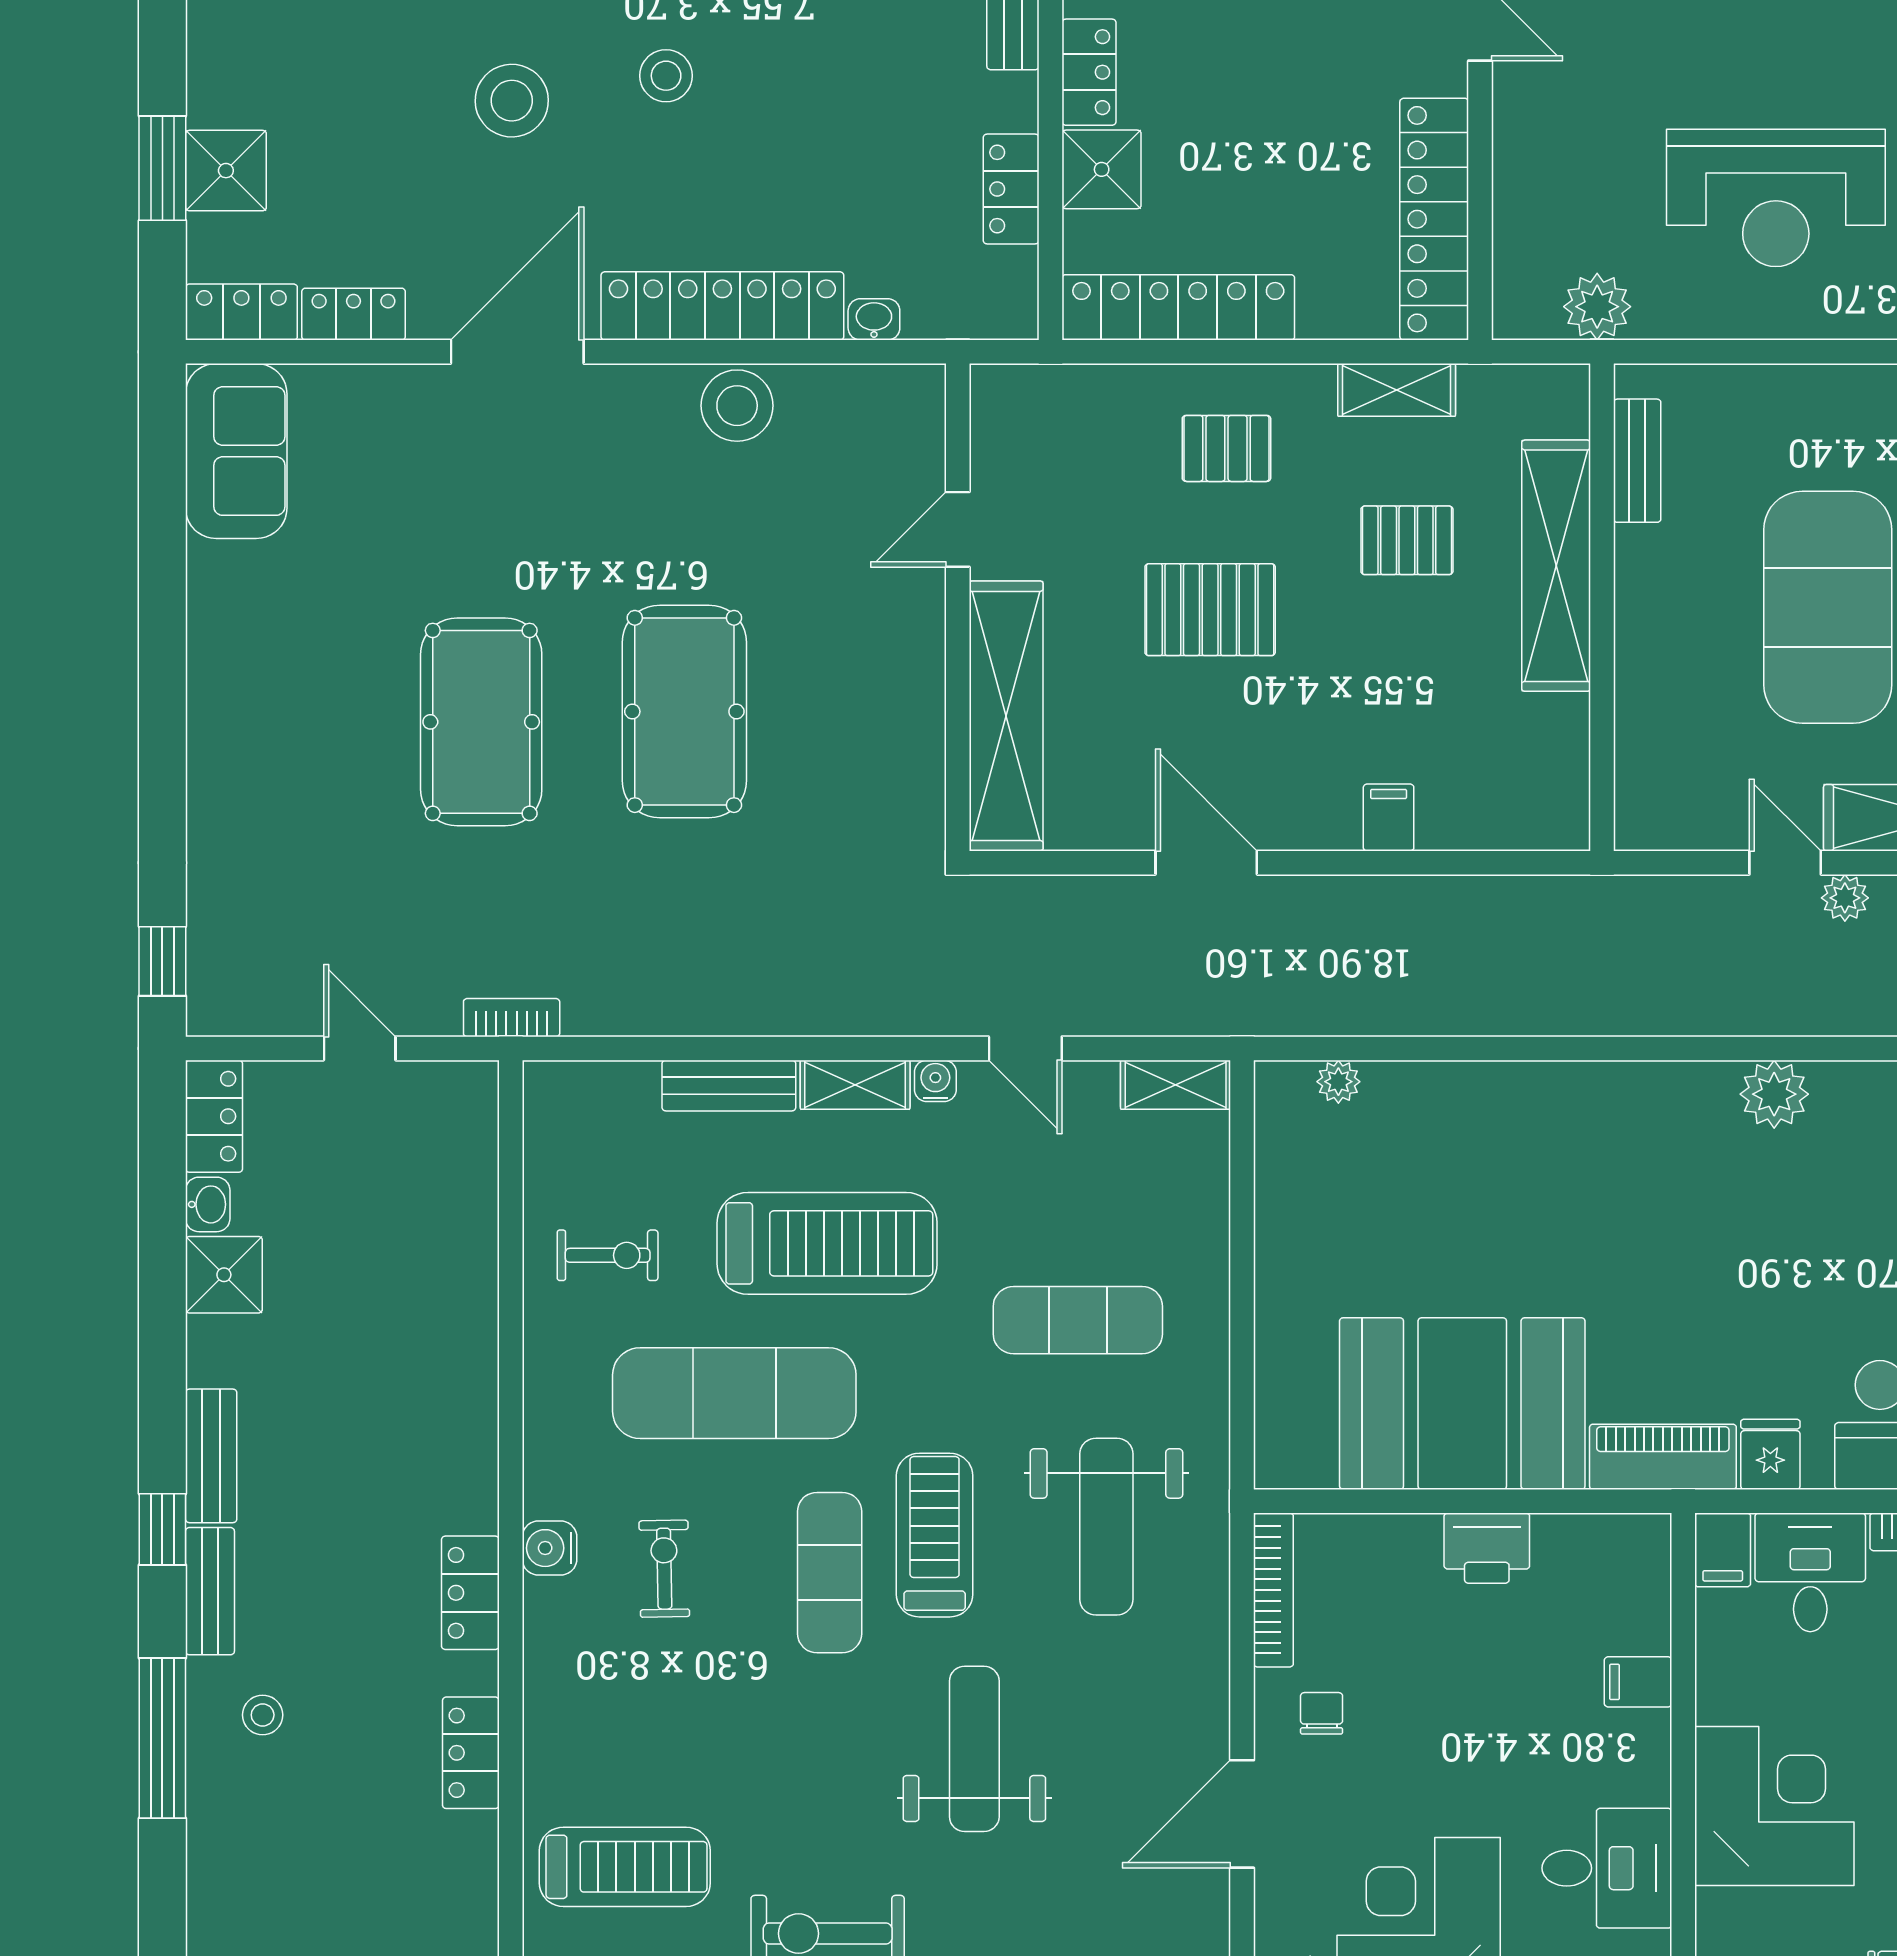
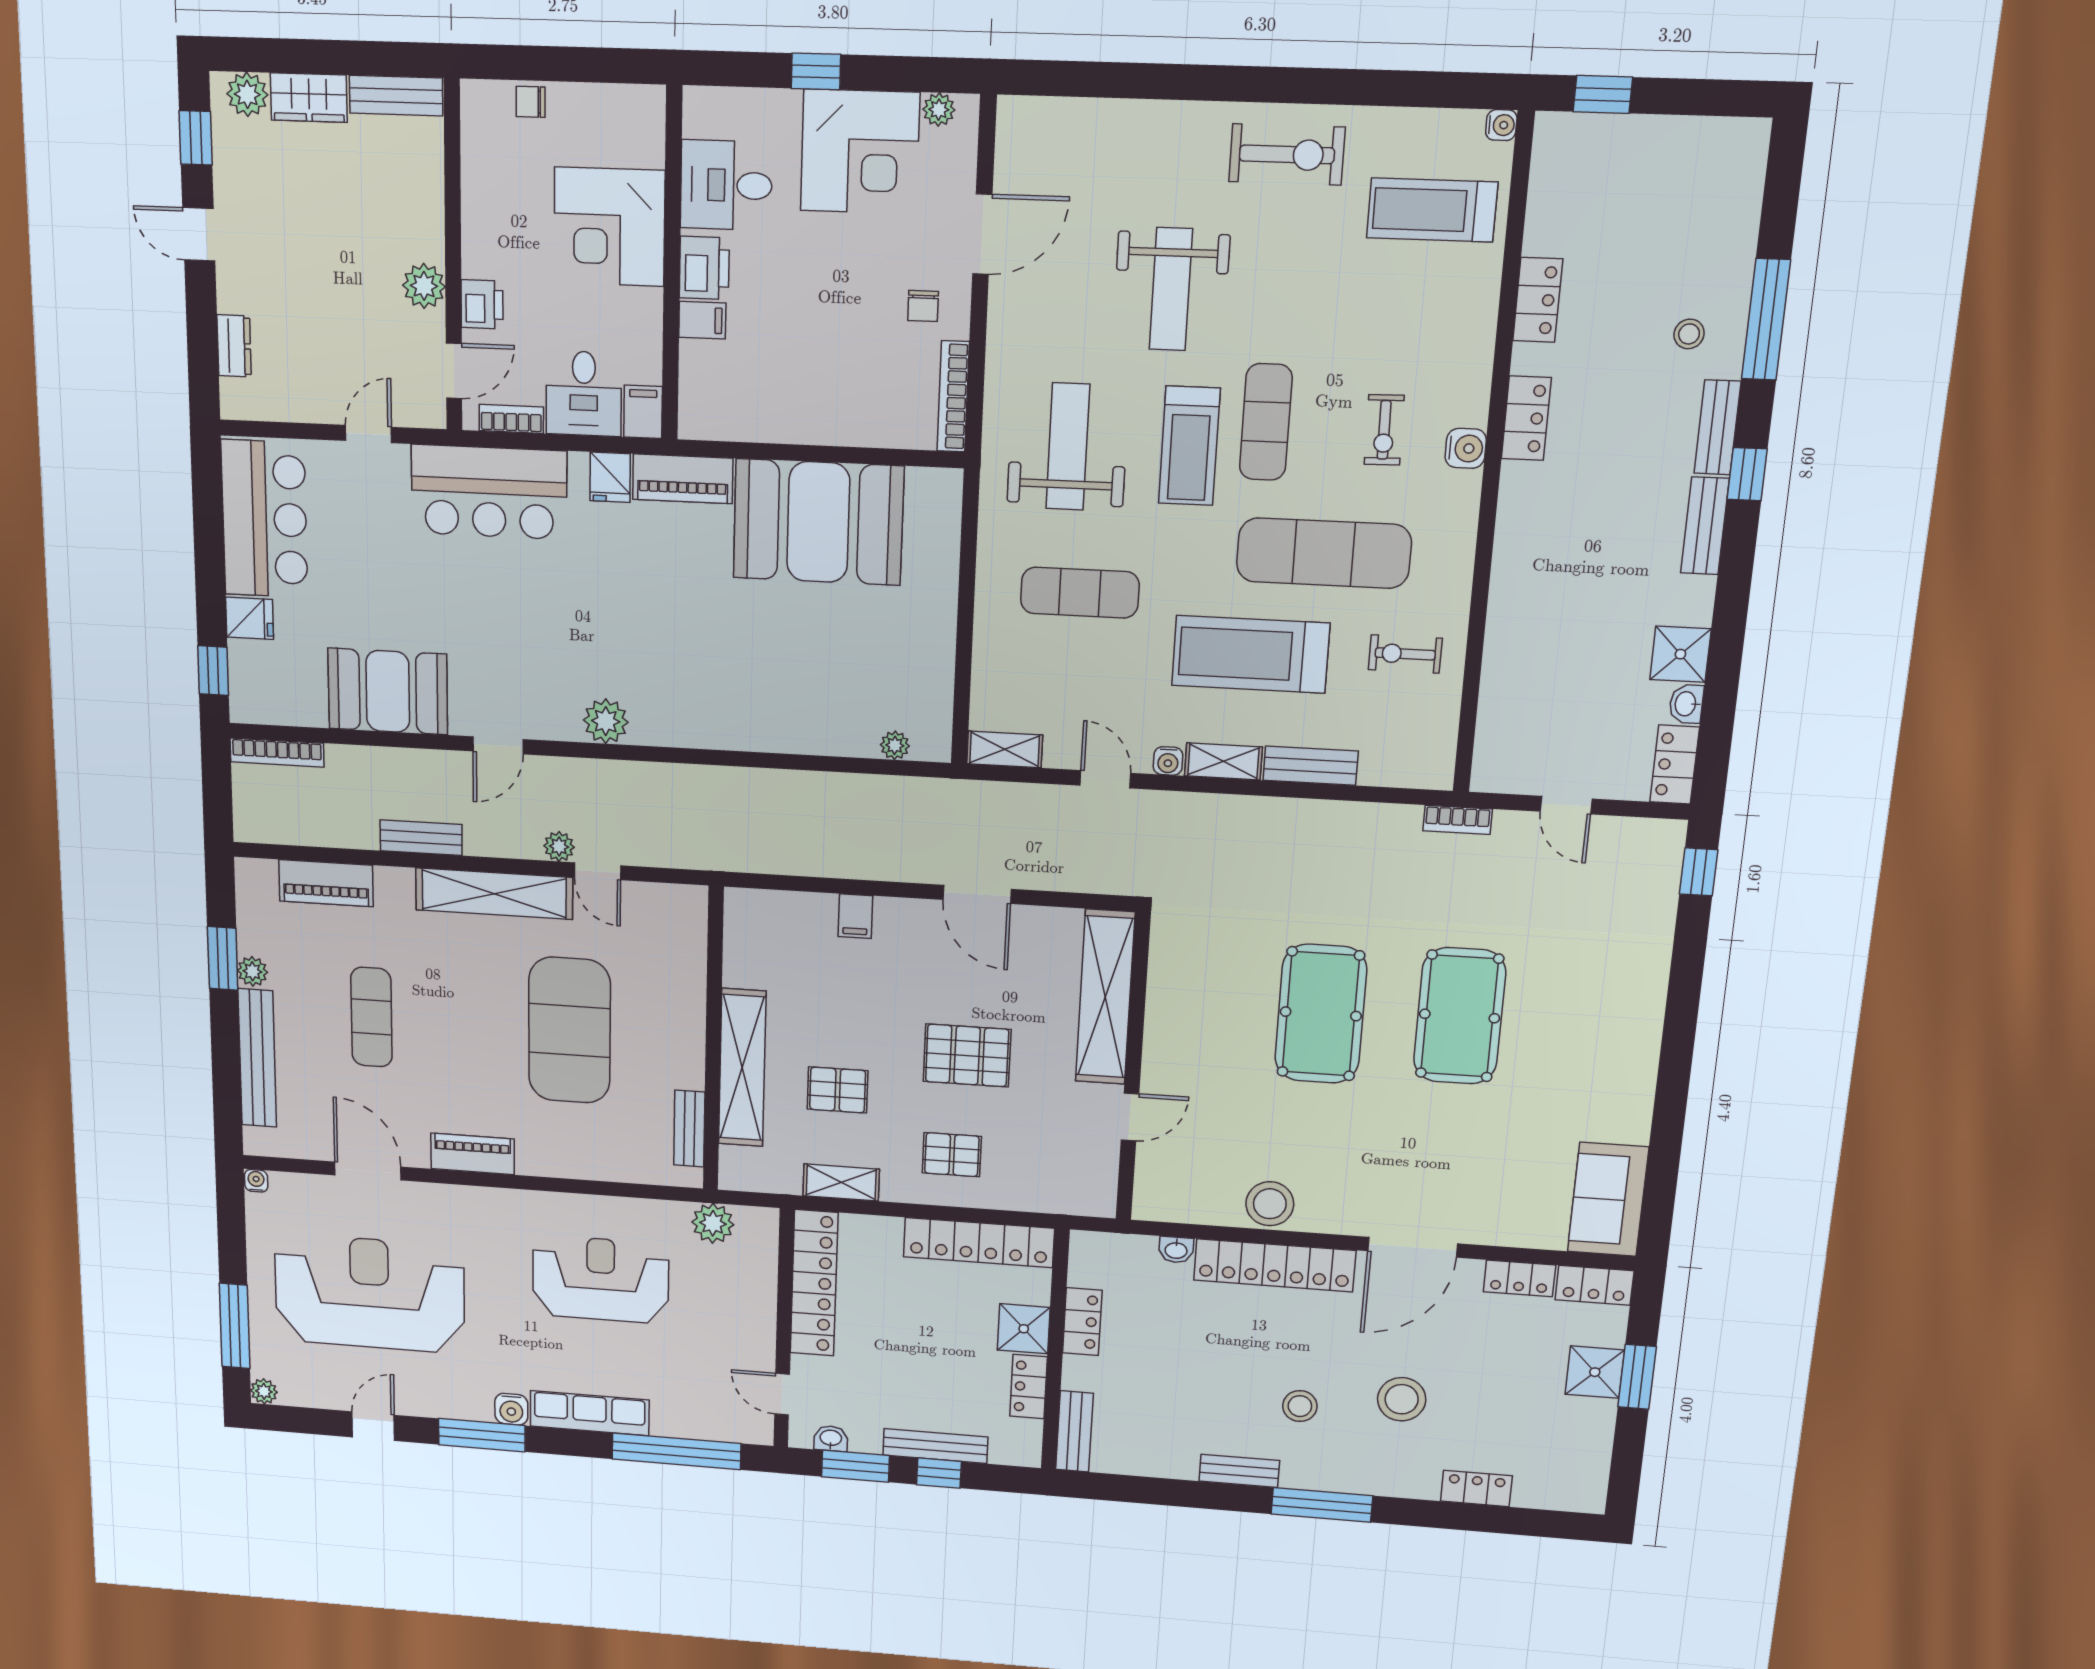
printer: (1487, 1548) -> (704, 268), moved, turned 90

